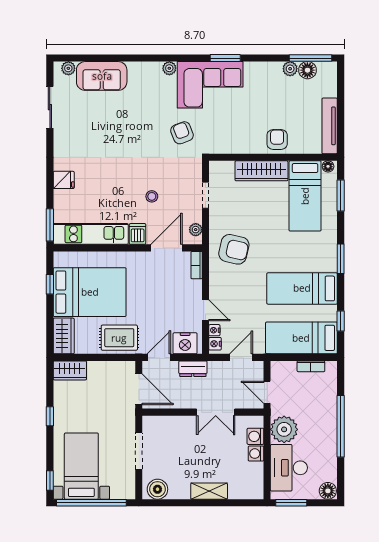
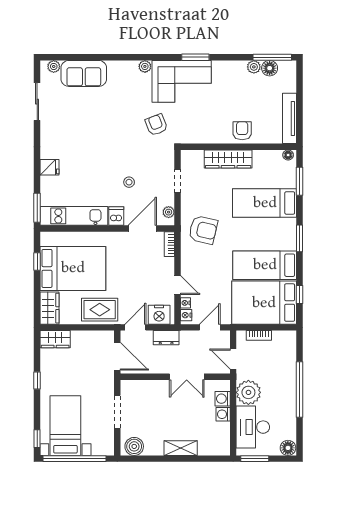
bed: (305, 196) -> (265, 203), moved, turned 90
bed: (301, 338) -> (264, 303), width x1.50
bookcase: (311, 366) -> (259, 335), moved

